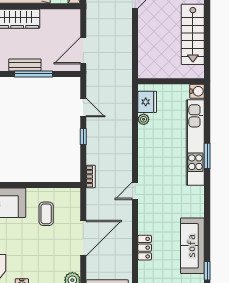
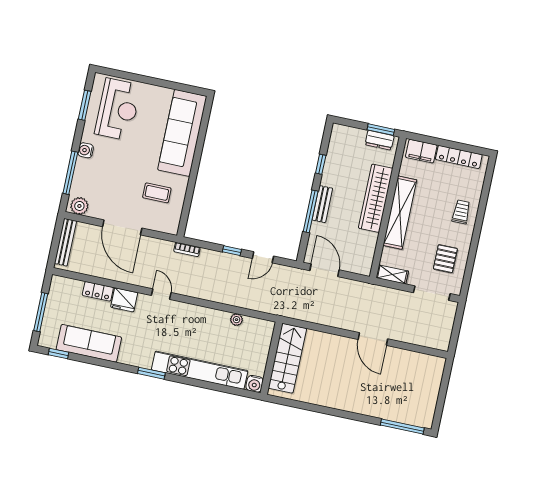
stairs: (193, 34) -> (287, 358), moved, turned 90
fridge: (147, 102) -> (124, 300), moved
window: (207, 156) -> (151, 373), moved

